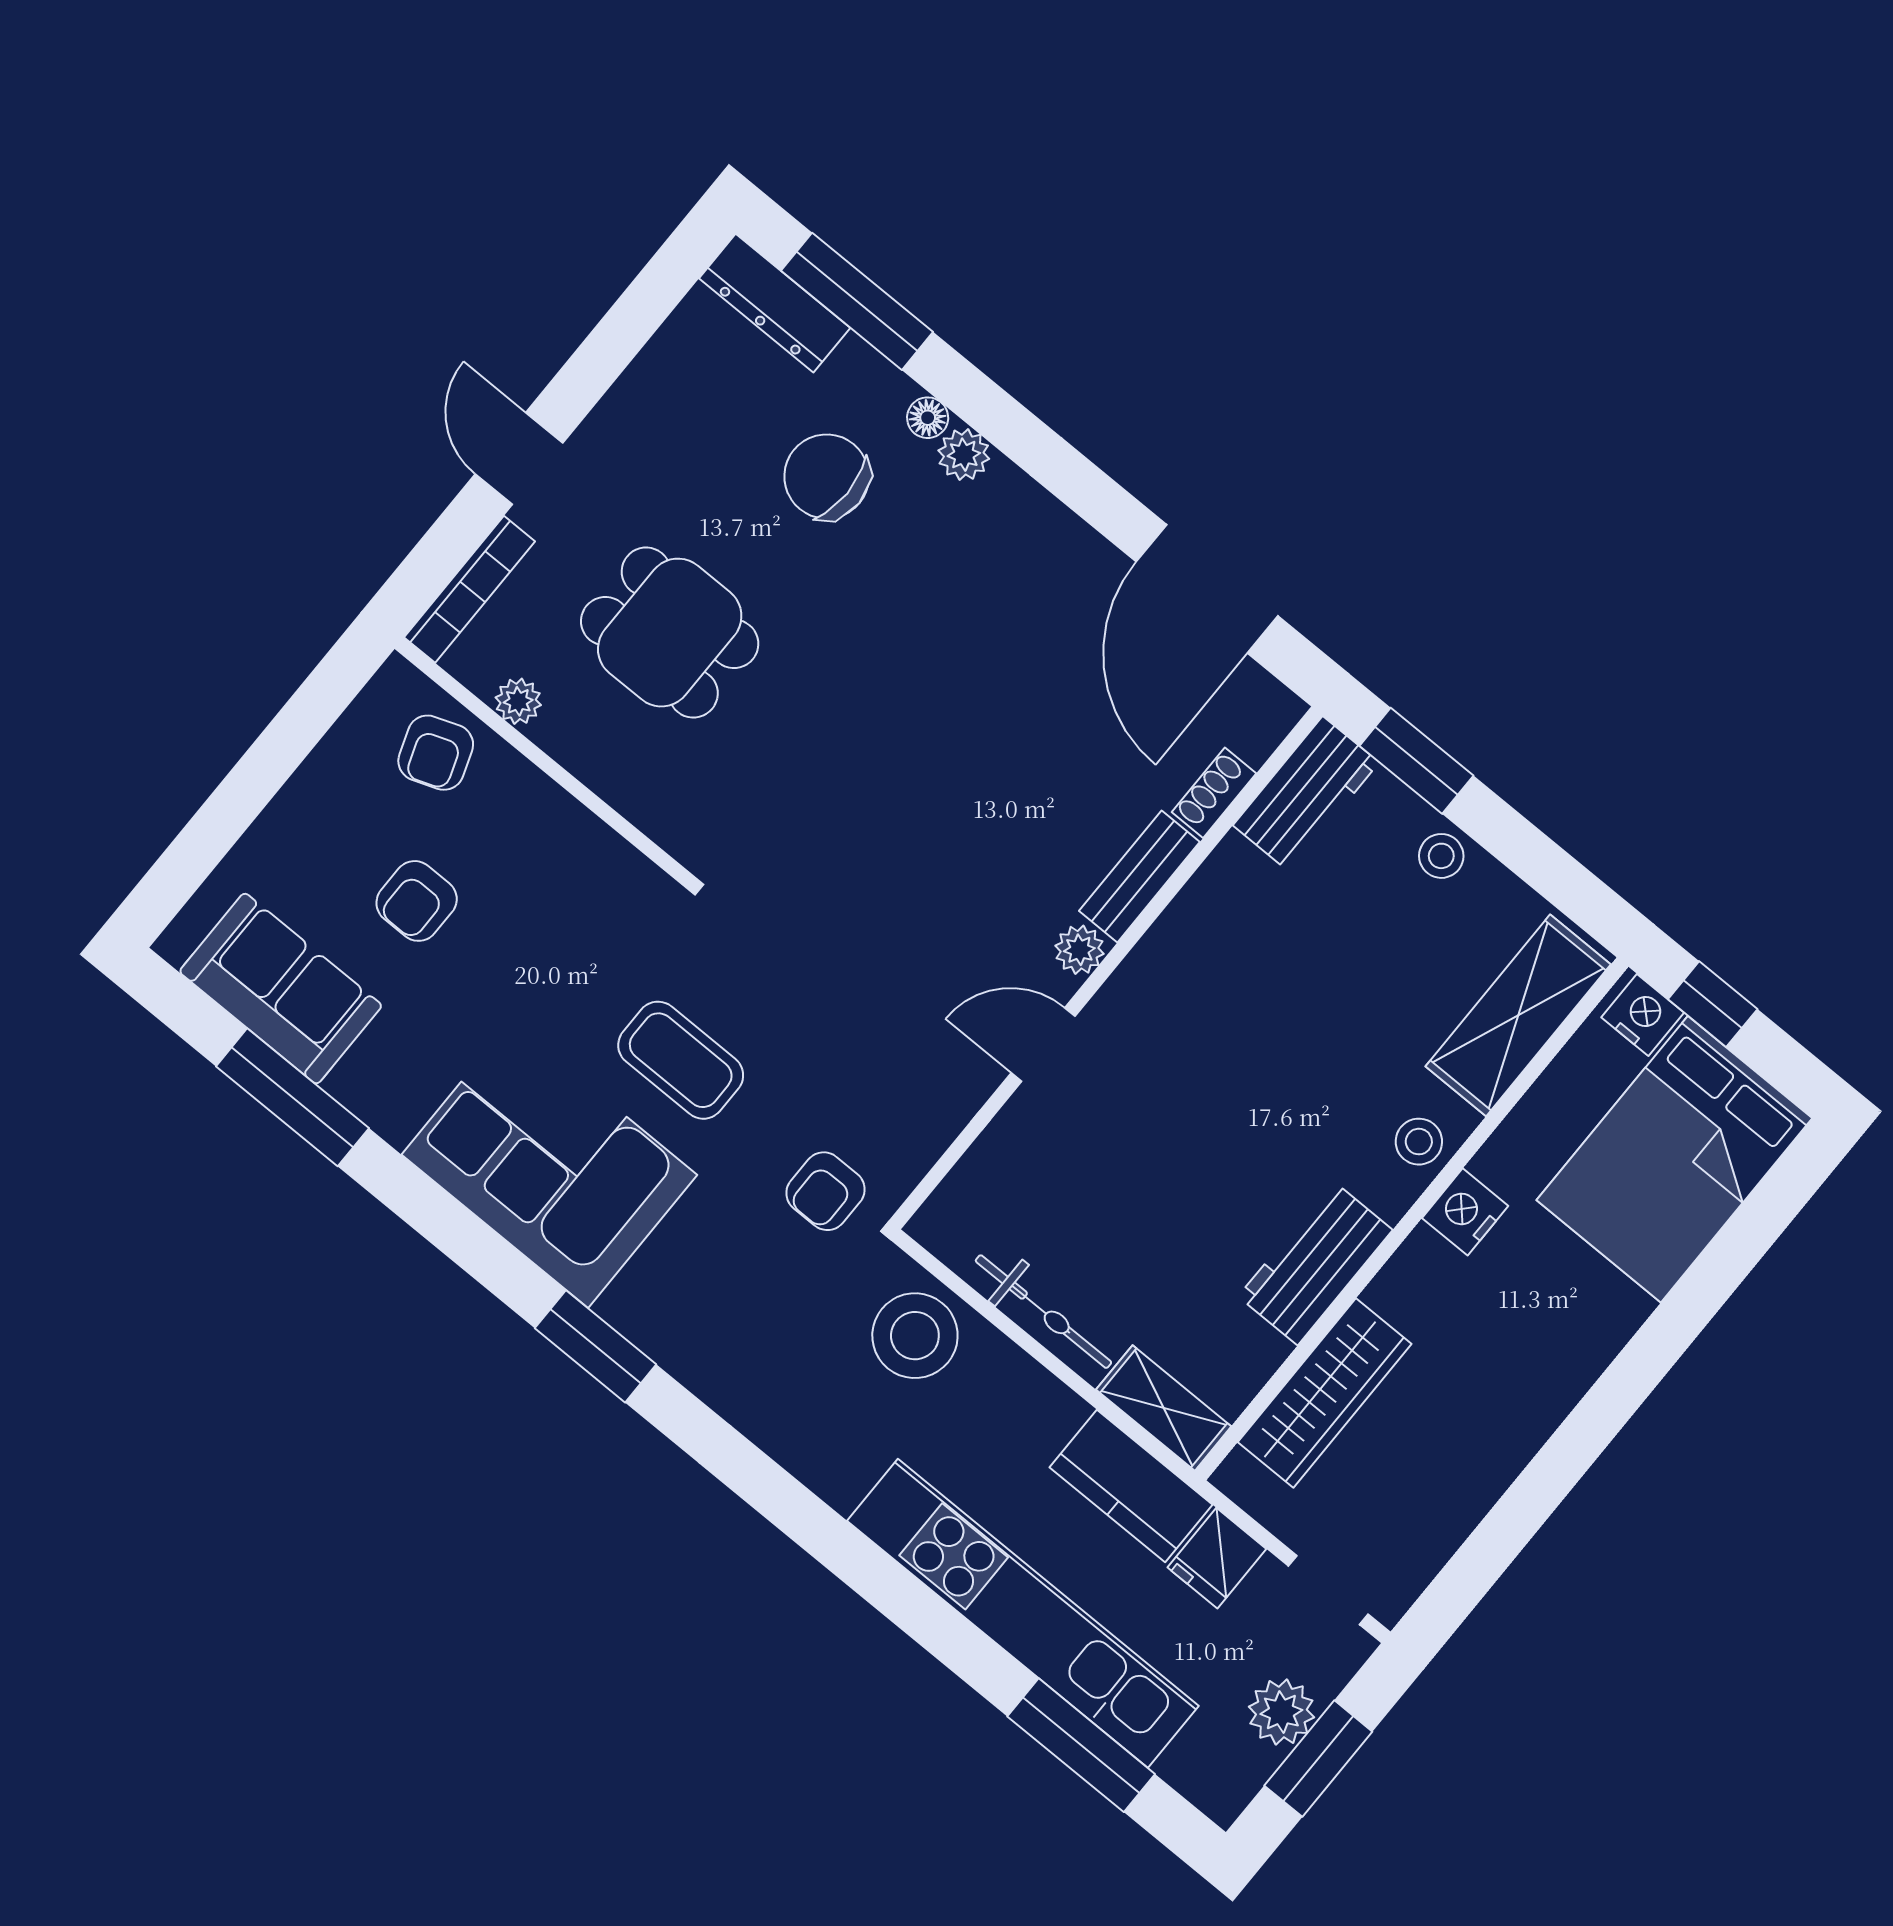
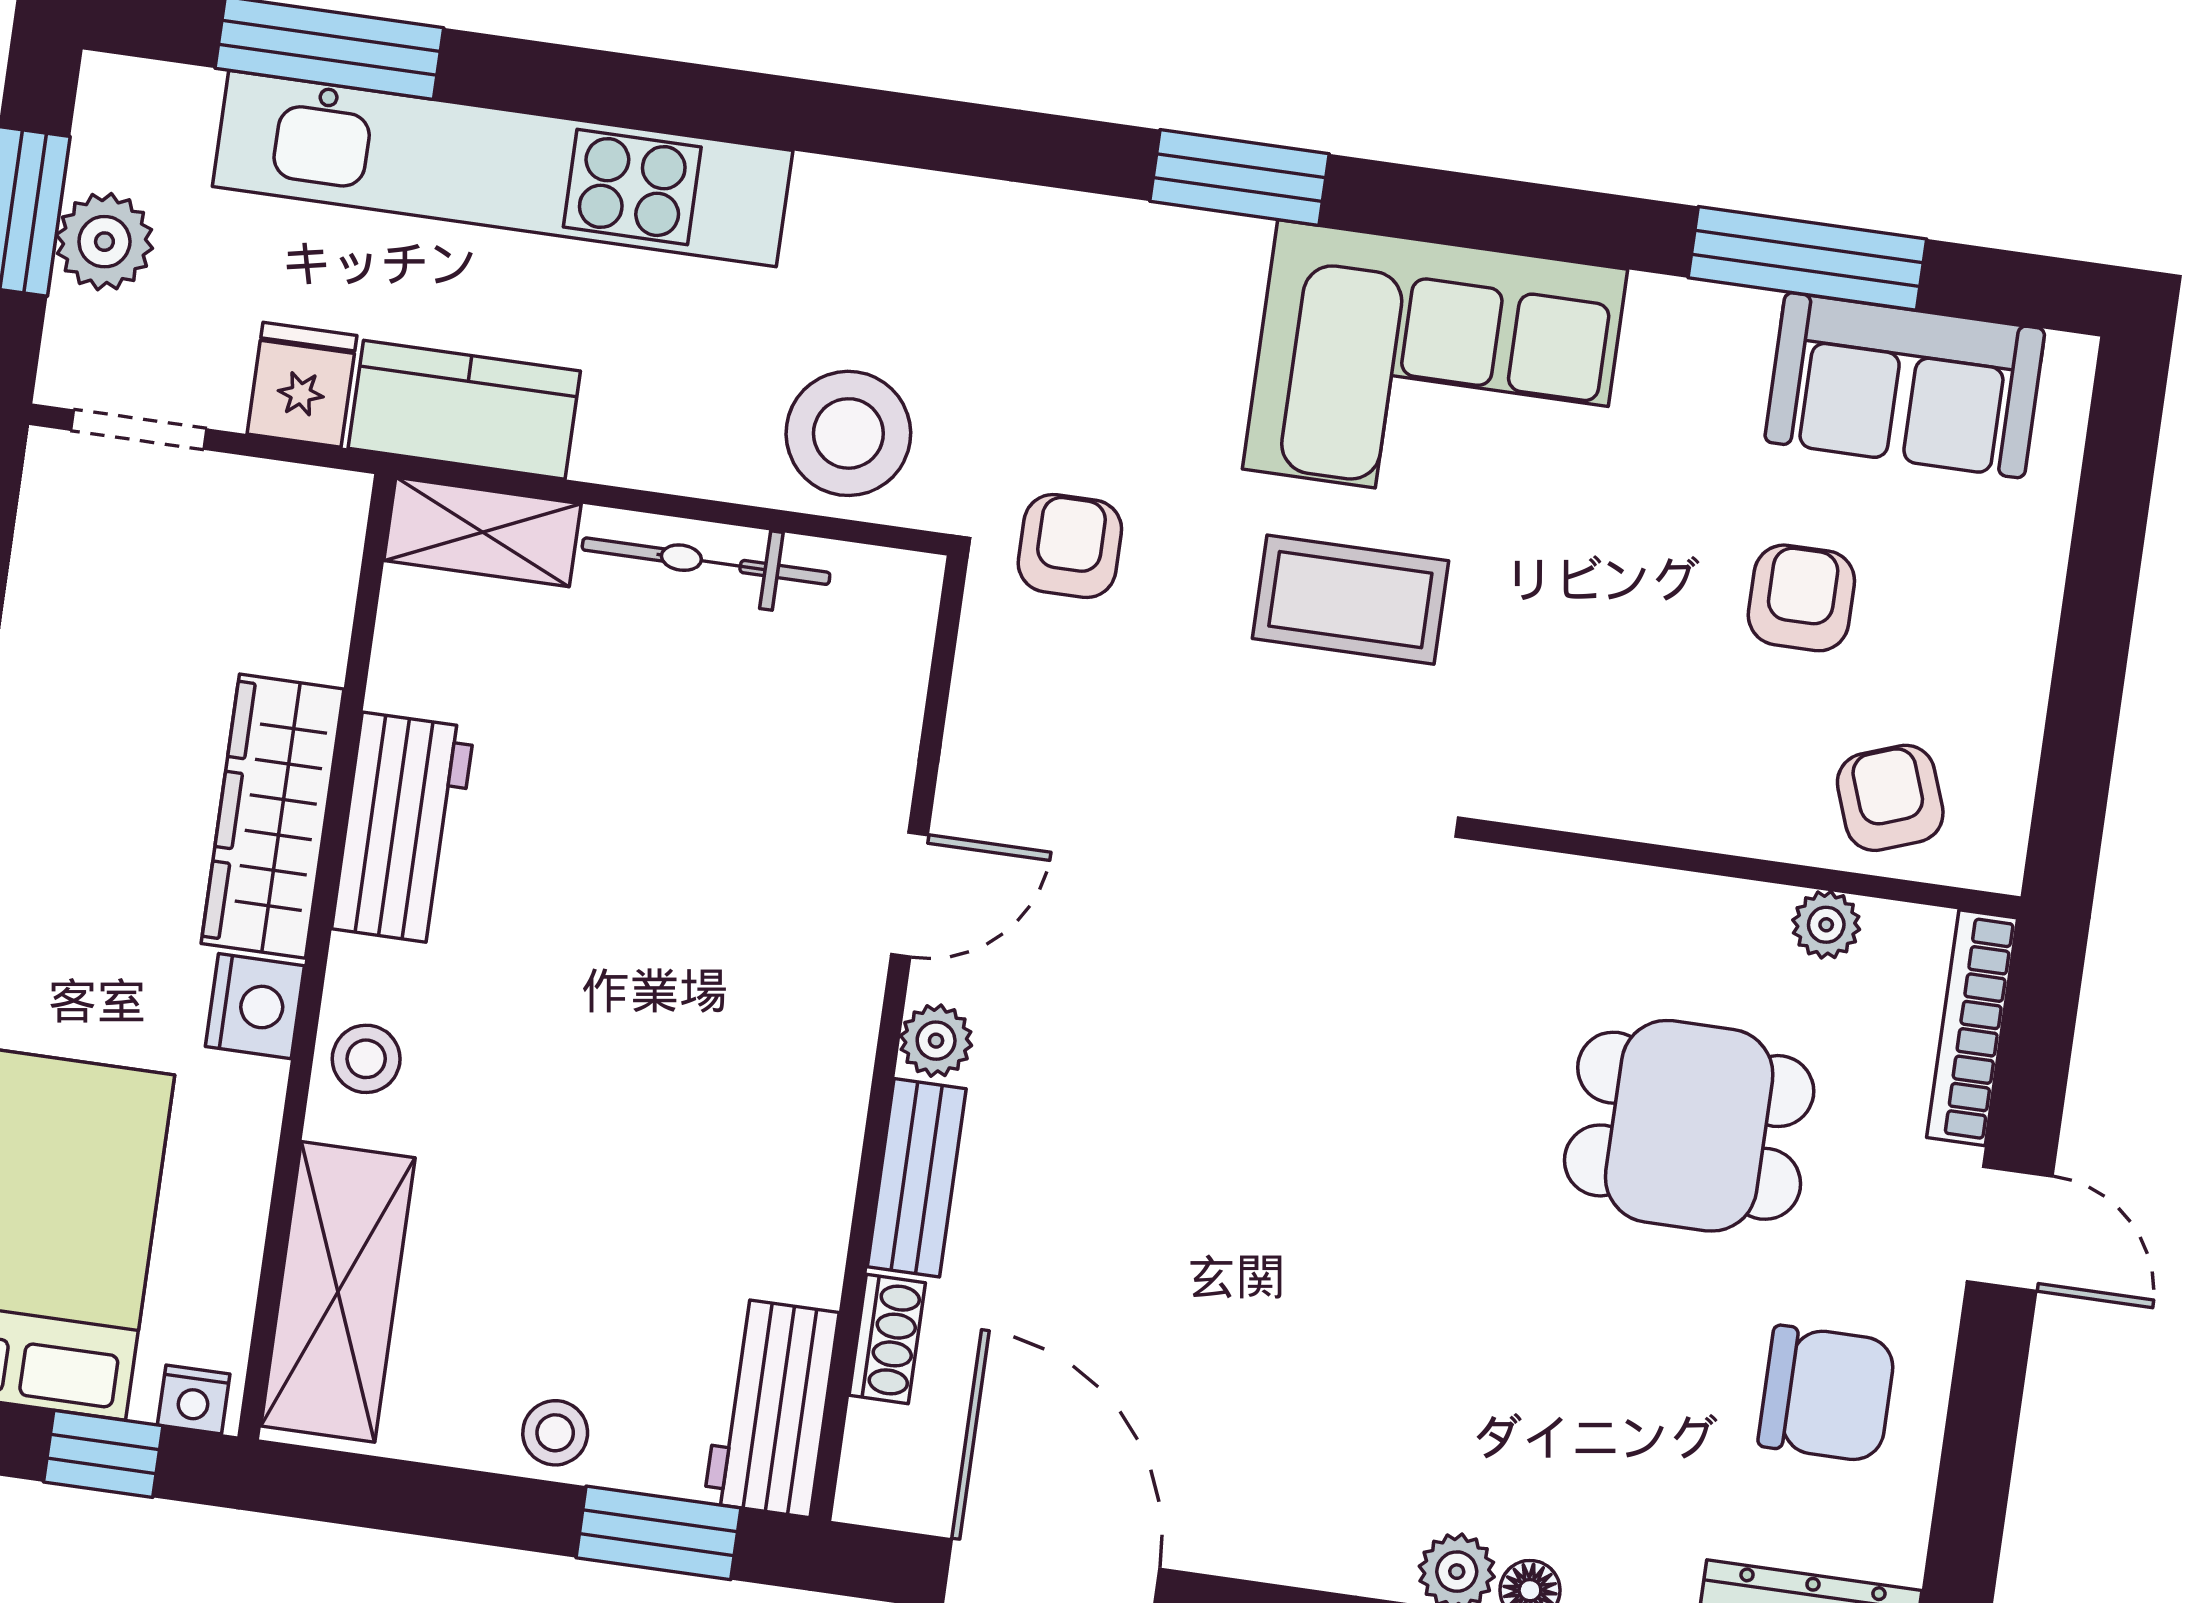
chair: (827, 477) -> (1827, 1394), moved
nightstand: (1643, 1015) -> (194, 1399), width x0.72, depth x0.74
wardrobe: (1325, 1393) -> (272, 816), moved

